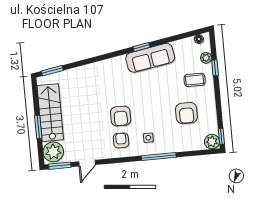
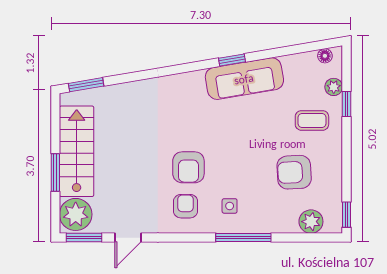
armchair: (186, 113) -> (294, 172), turned 87
plant: (212, 142) -> (311, 222), moved

